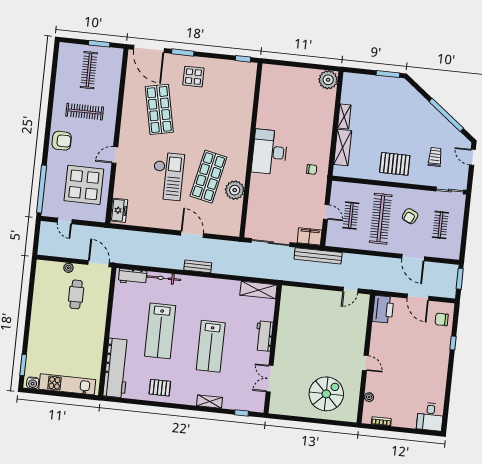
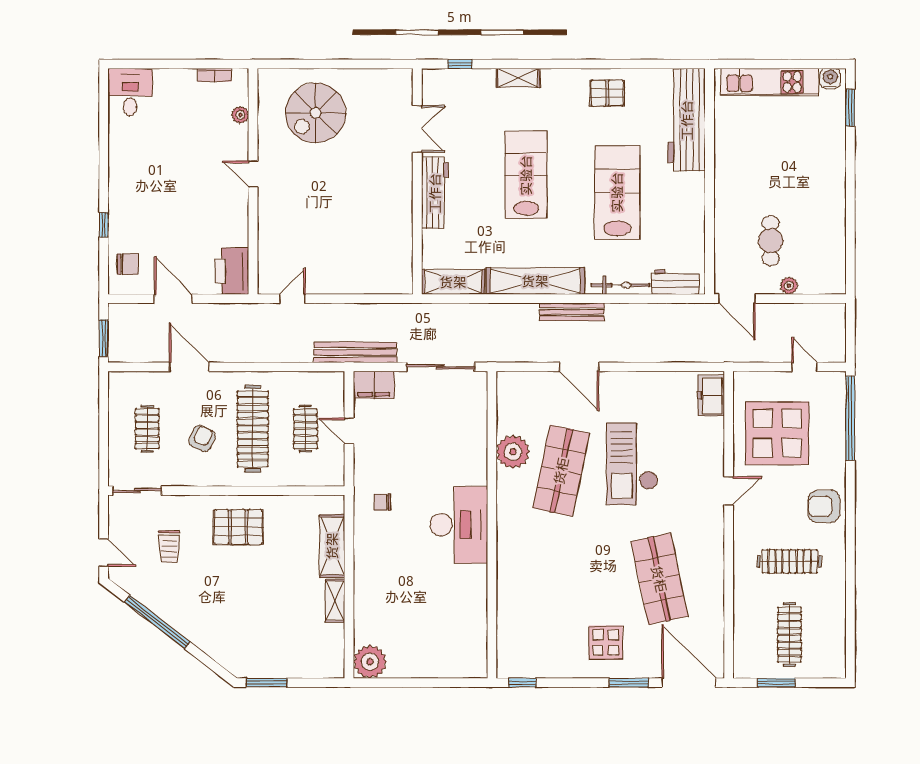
bench: (198, 266) -> (572, 312), width x1.36
shelving: (212, 286) -> (535, 281), added
workbench: (264, 336) -> (435, 193), width x1.38

